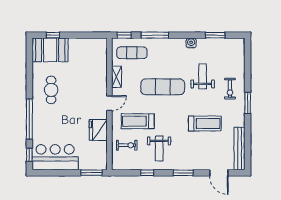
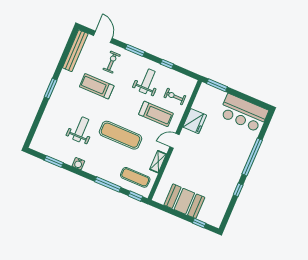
booth: (50, 50) -> (184, 201), moved
weight bench: (203, 76) -> (81, 129), turned 180
exercise bike: (230, 89) -> (112, 62), moved
cafe table: (51, 90) -> (222, 175), removed
window: (29, 155) -> (238, 190), moved

